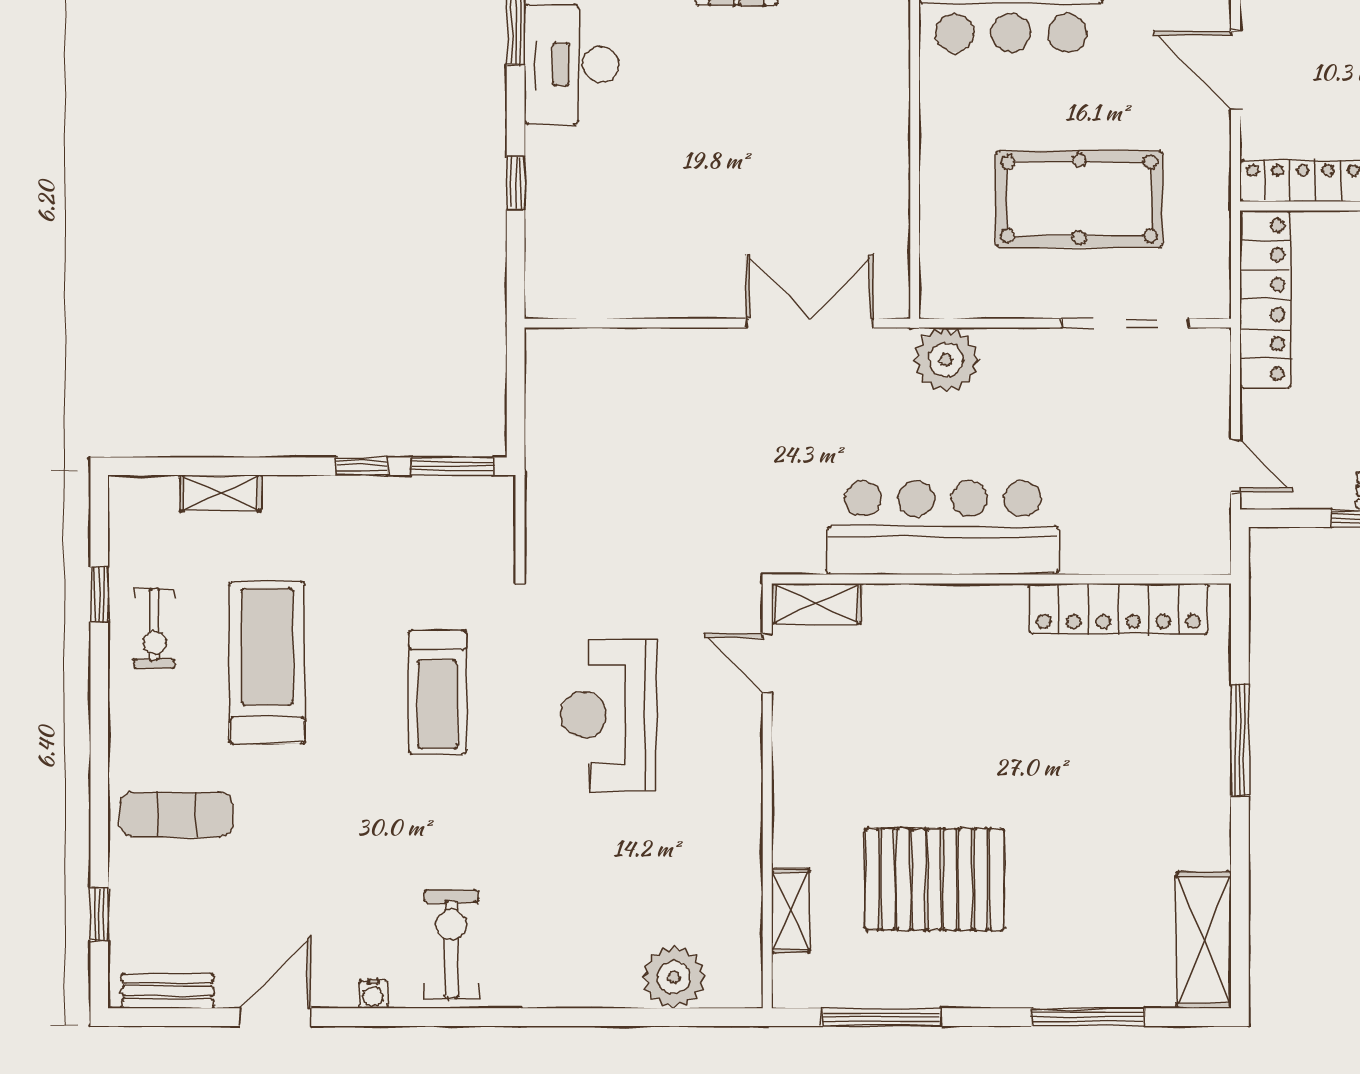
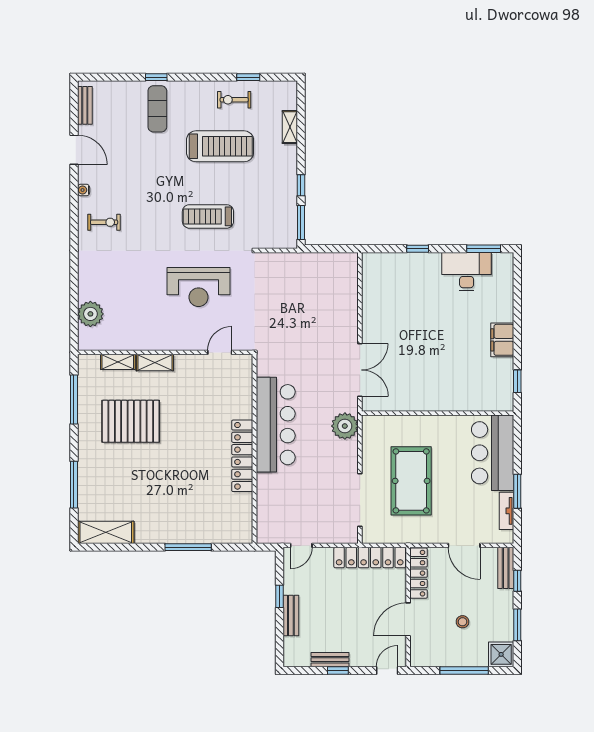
door: (1236, 70) -> (464, 545), swing flipped
shelving: (816, 604) -> (155, 362), moved, turned 90
locker: (1118, 609) -> (242, 456), moved
reception desk: (609, 715) -> (198, 287), turned 180
pallet: (934, 879) -> (131, 421), turned 90
window: (99, 914) -> (156, 77), moved
exercise bike: (451, 944) -> (104, 222), width x0.73, depth x0.72

